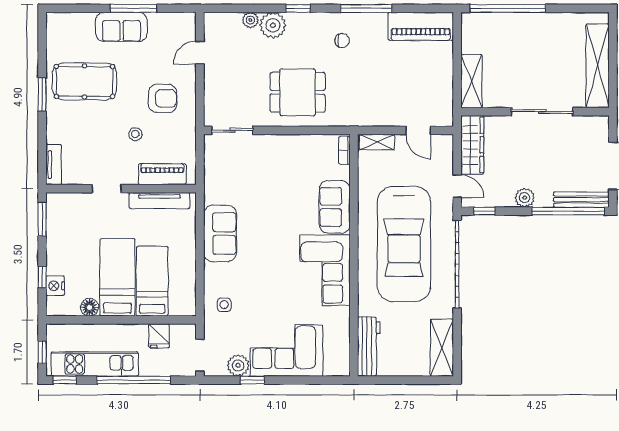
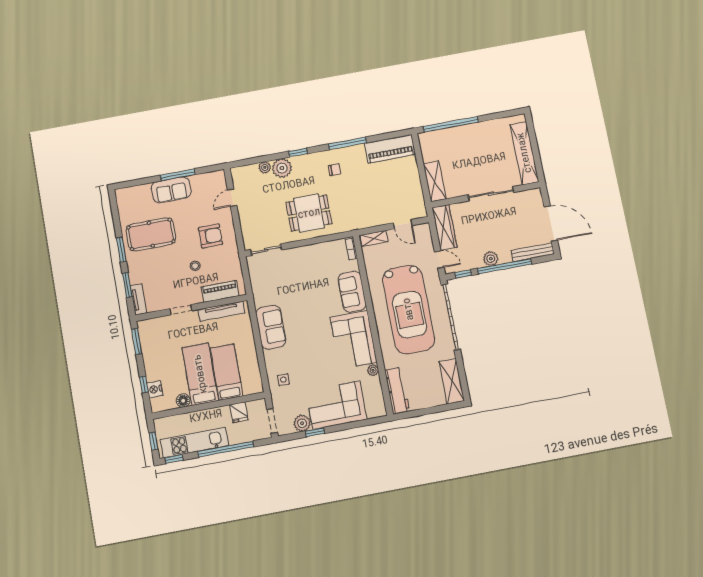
window: (42, 143) -> (127, 285), added
window: (568, 211) -> (505, 266), moved
plant: (343, 314) -> (373, 370), added

